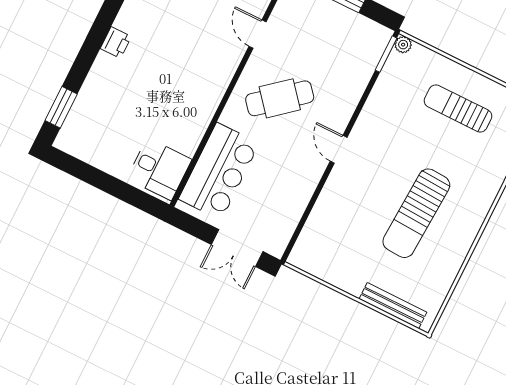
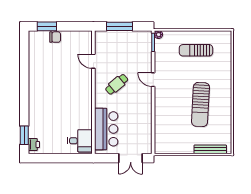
printer: (116, 42) -> (34, 145), moved
cafe table: (280, 98) -> (117, 84), width x0.73, depth x0.74
door: (339, 149) -> (153, 80), moved

